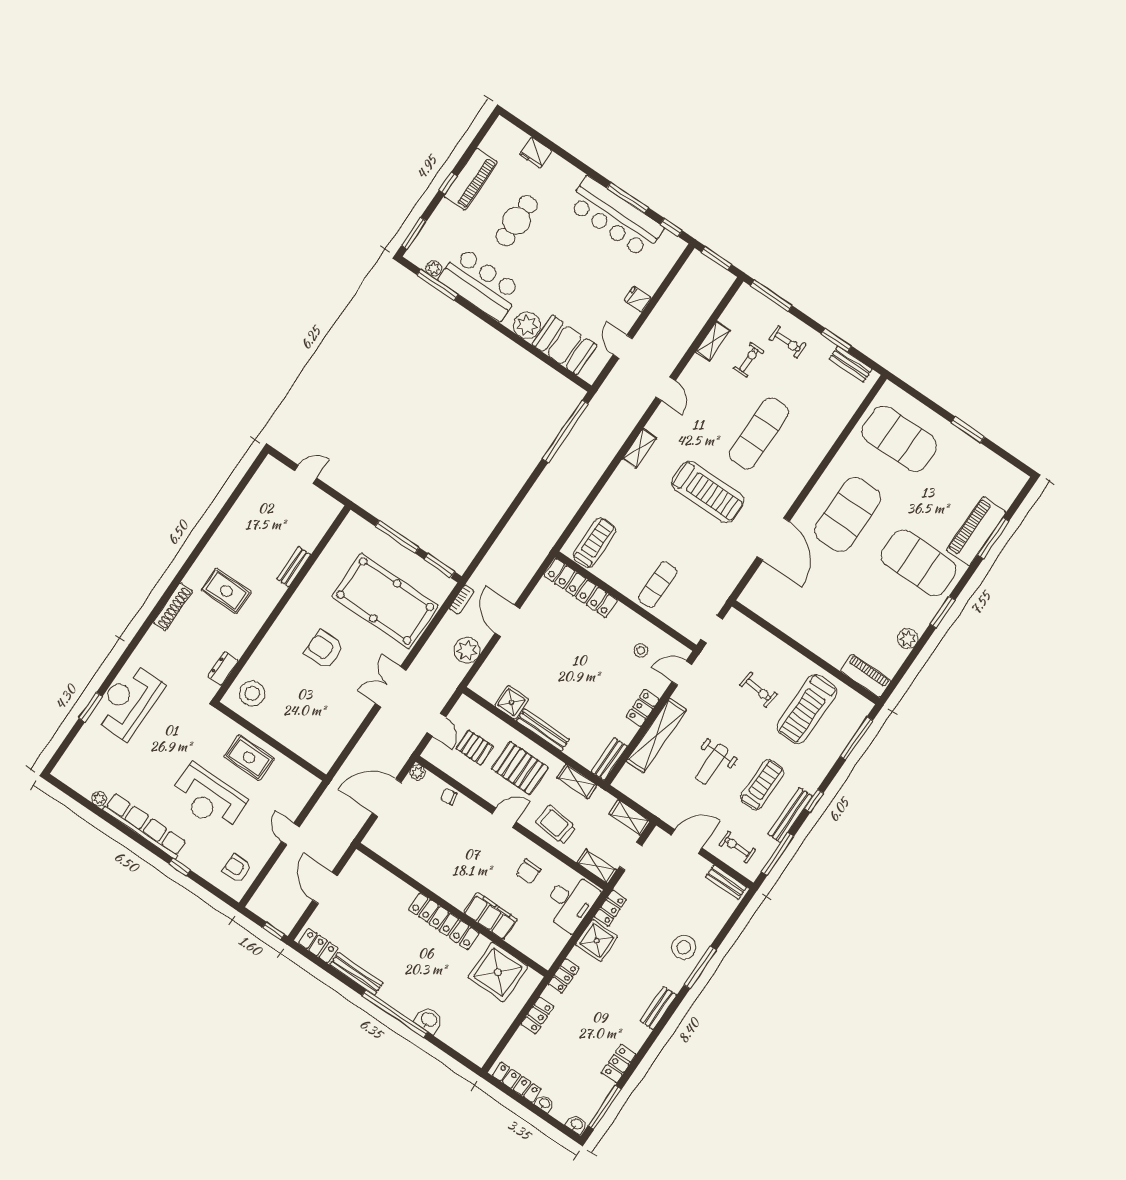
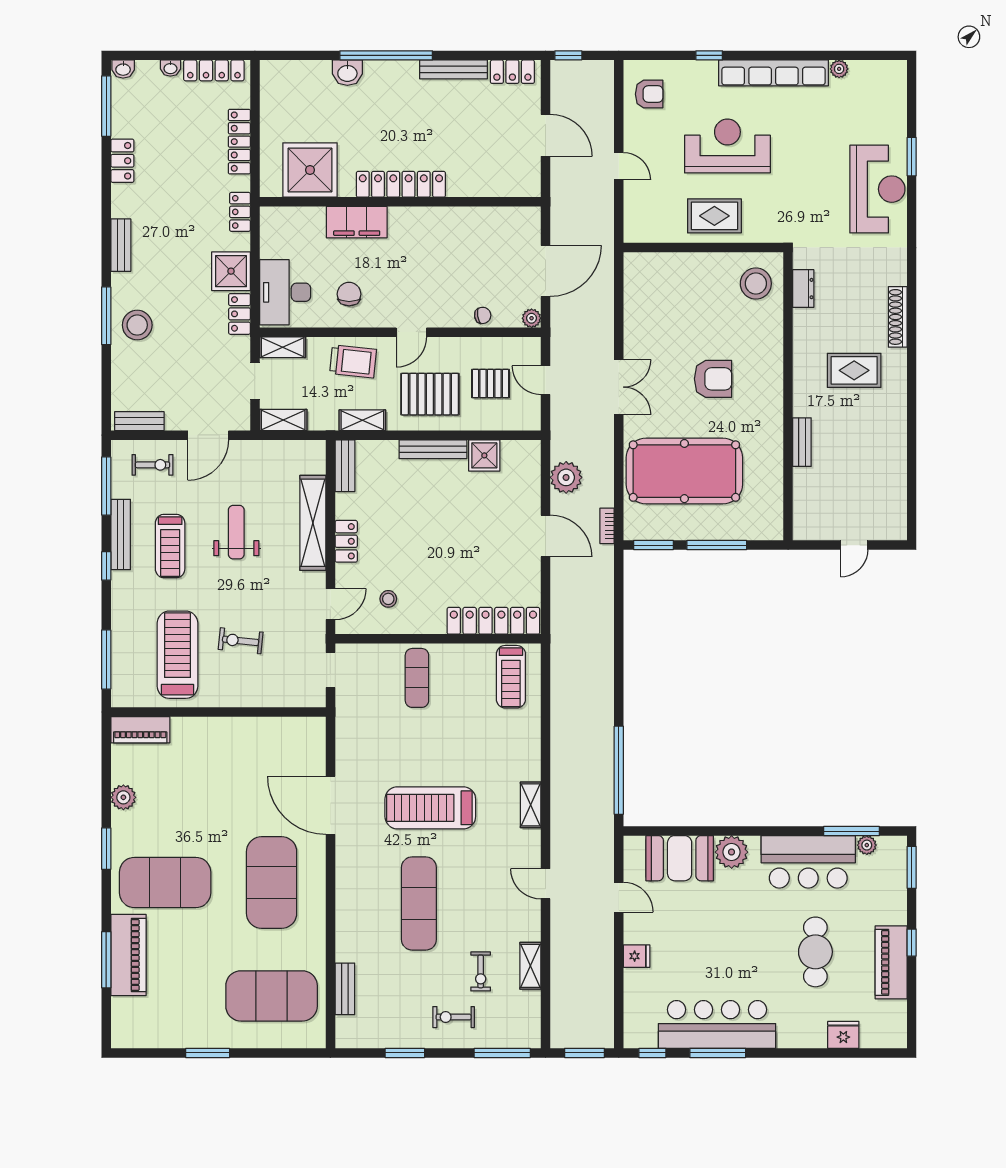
bench: (851, 364) -> (345, 989), moved, turned 90
locker: (537, 1015) -> (239, 142), width x1.53

